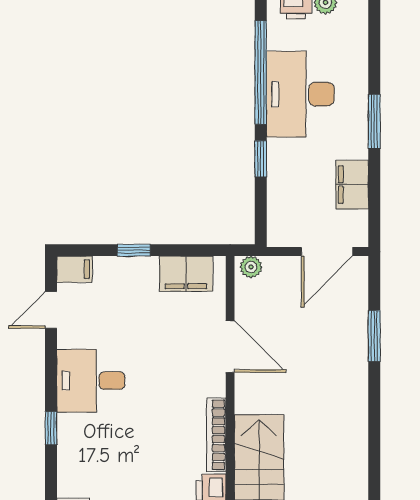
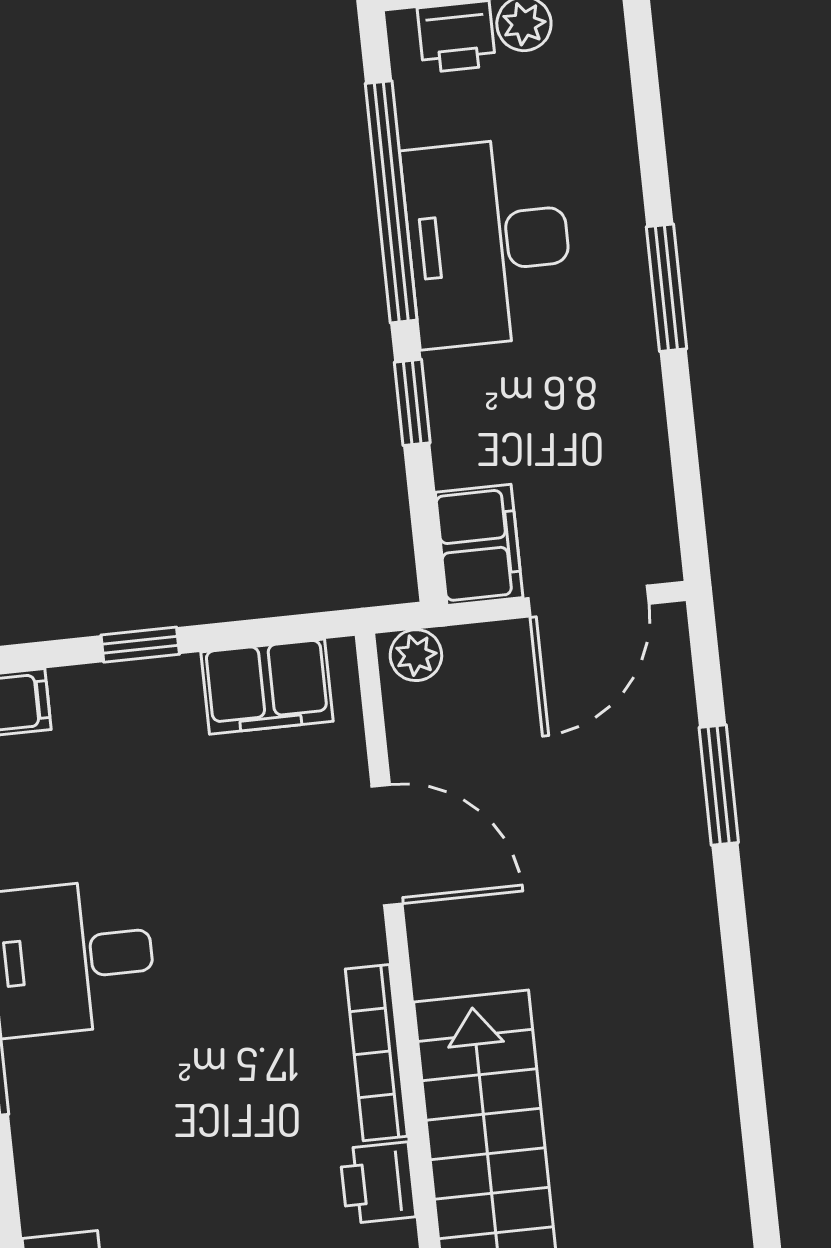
filing cabinet: (352, 185) -> (479, 545), moved, turned 180

